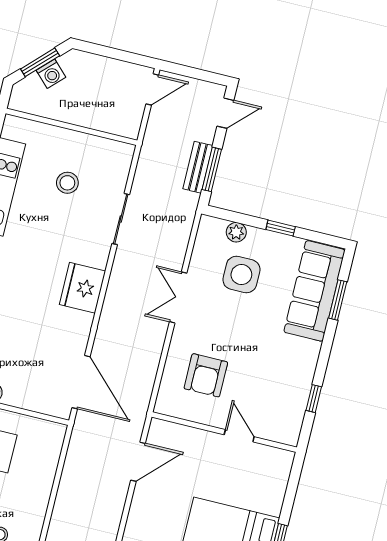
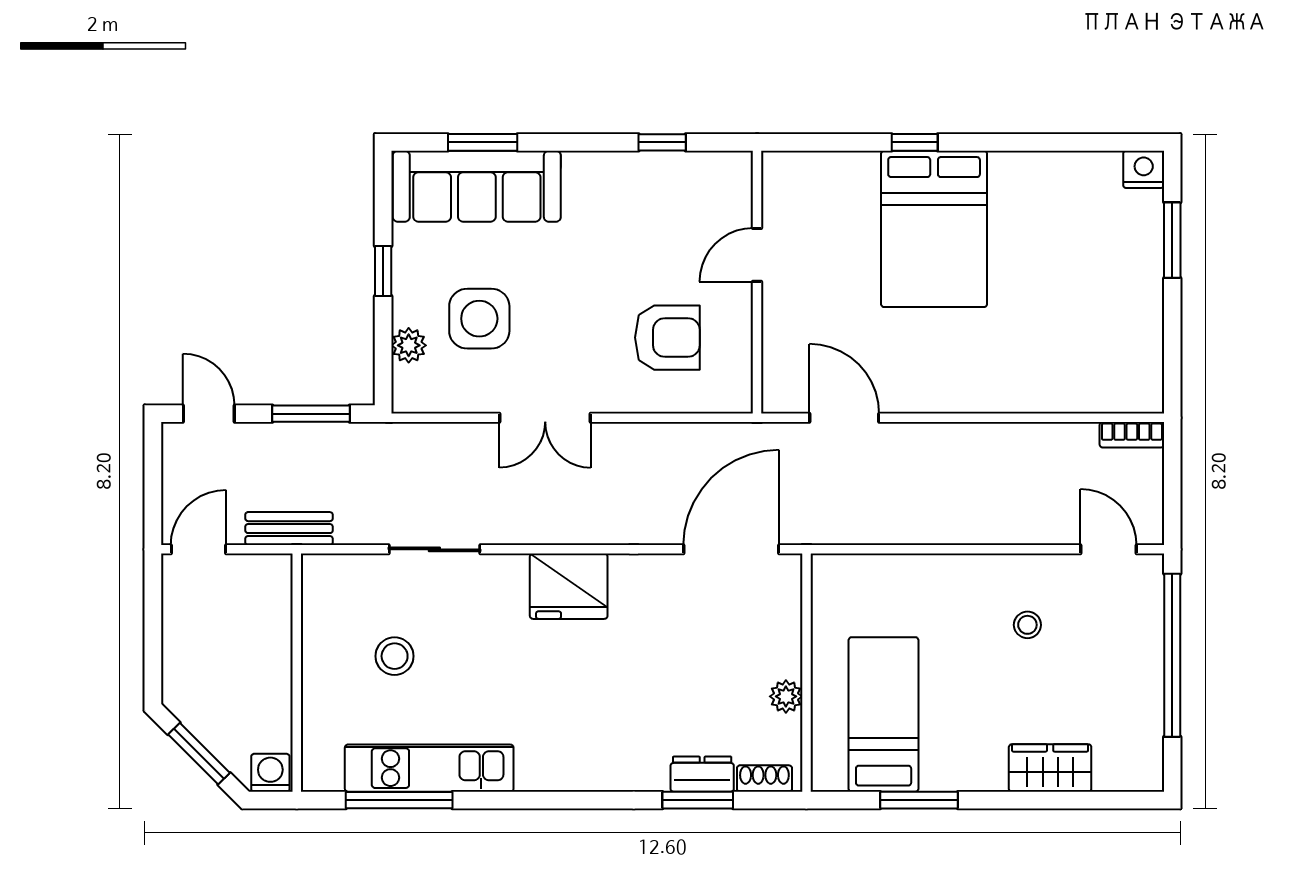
washing machine: (51, 74) -> (270, 773), moved, turned -45
door: (152, 89) -> (198, 549), hinge flipped
bench: (198, 167) -> (289, 529), moved

